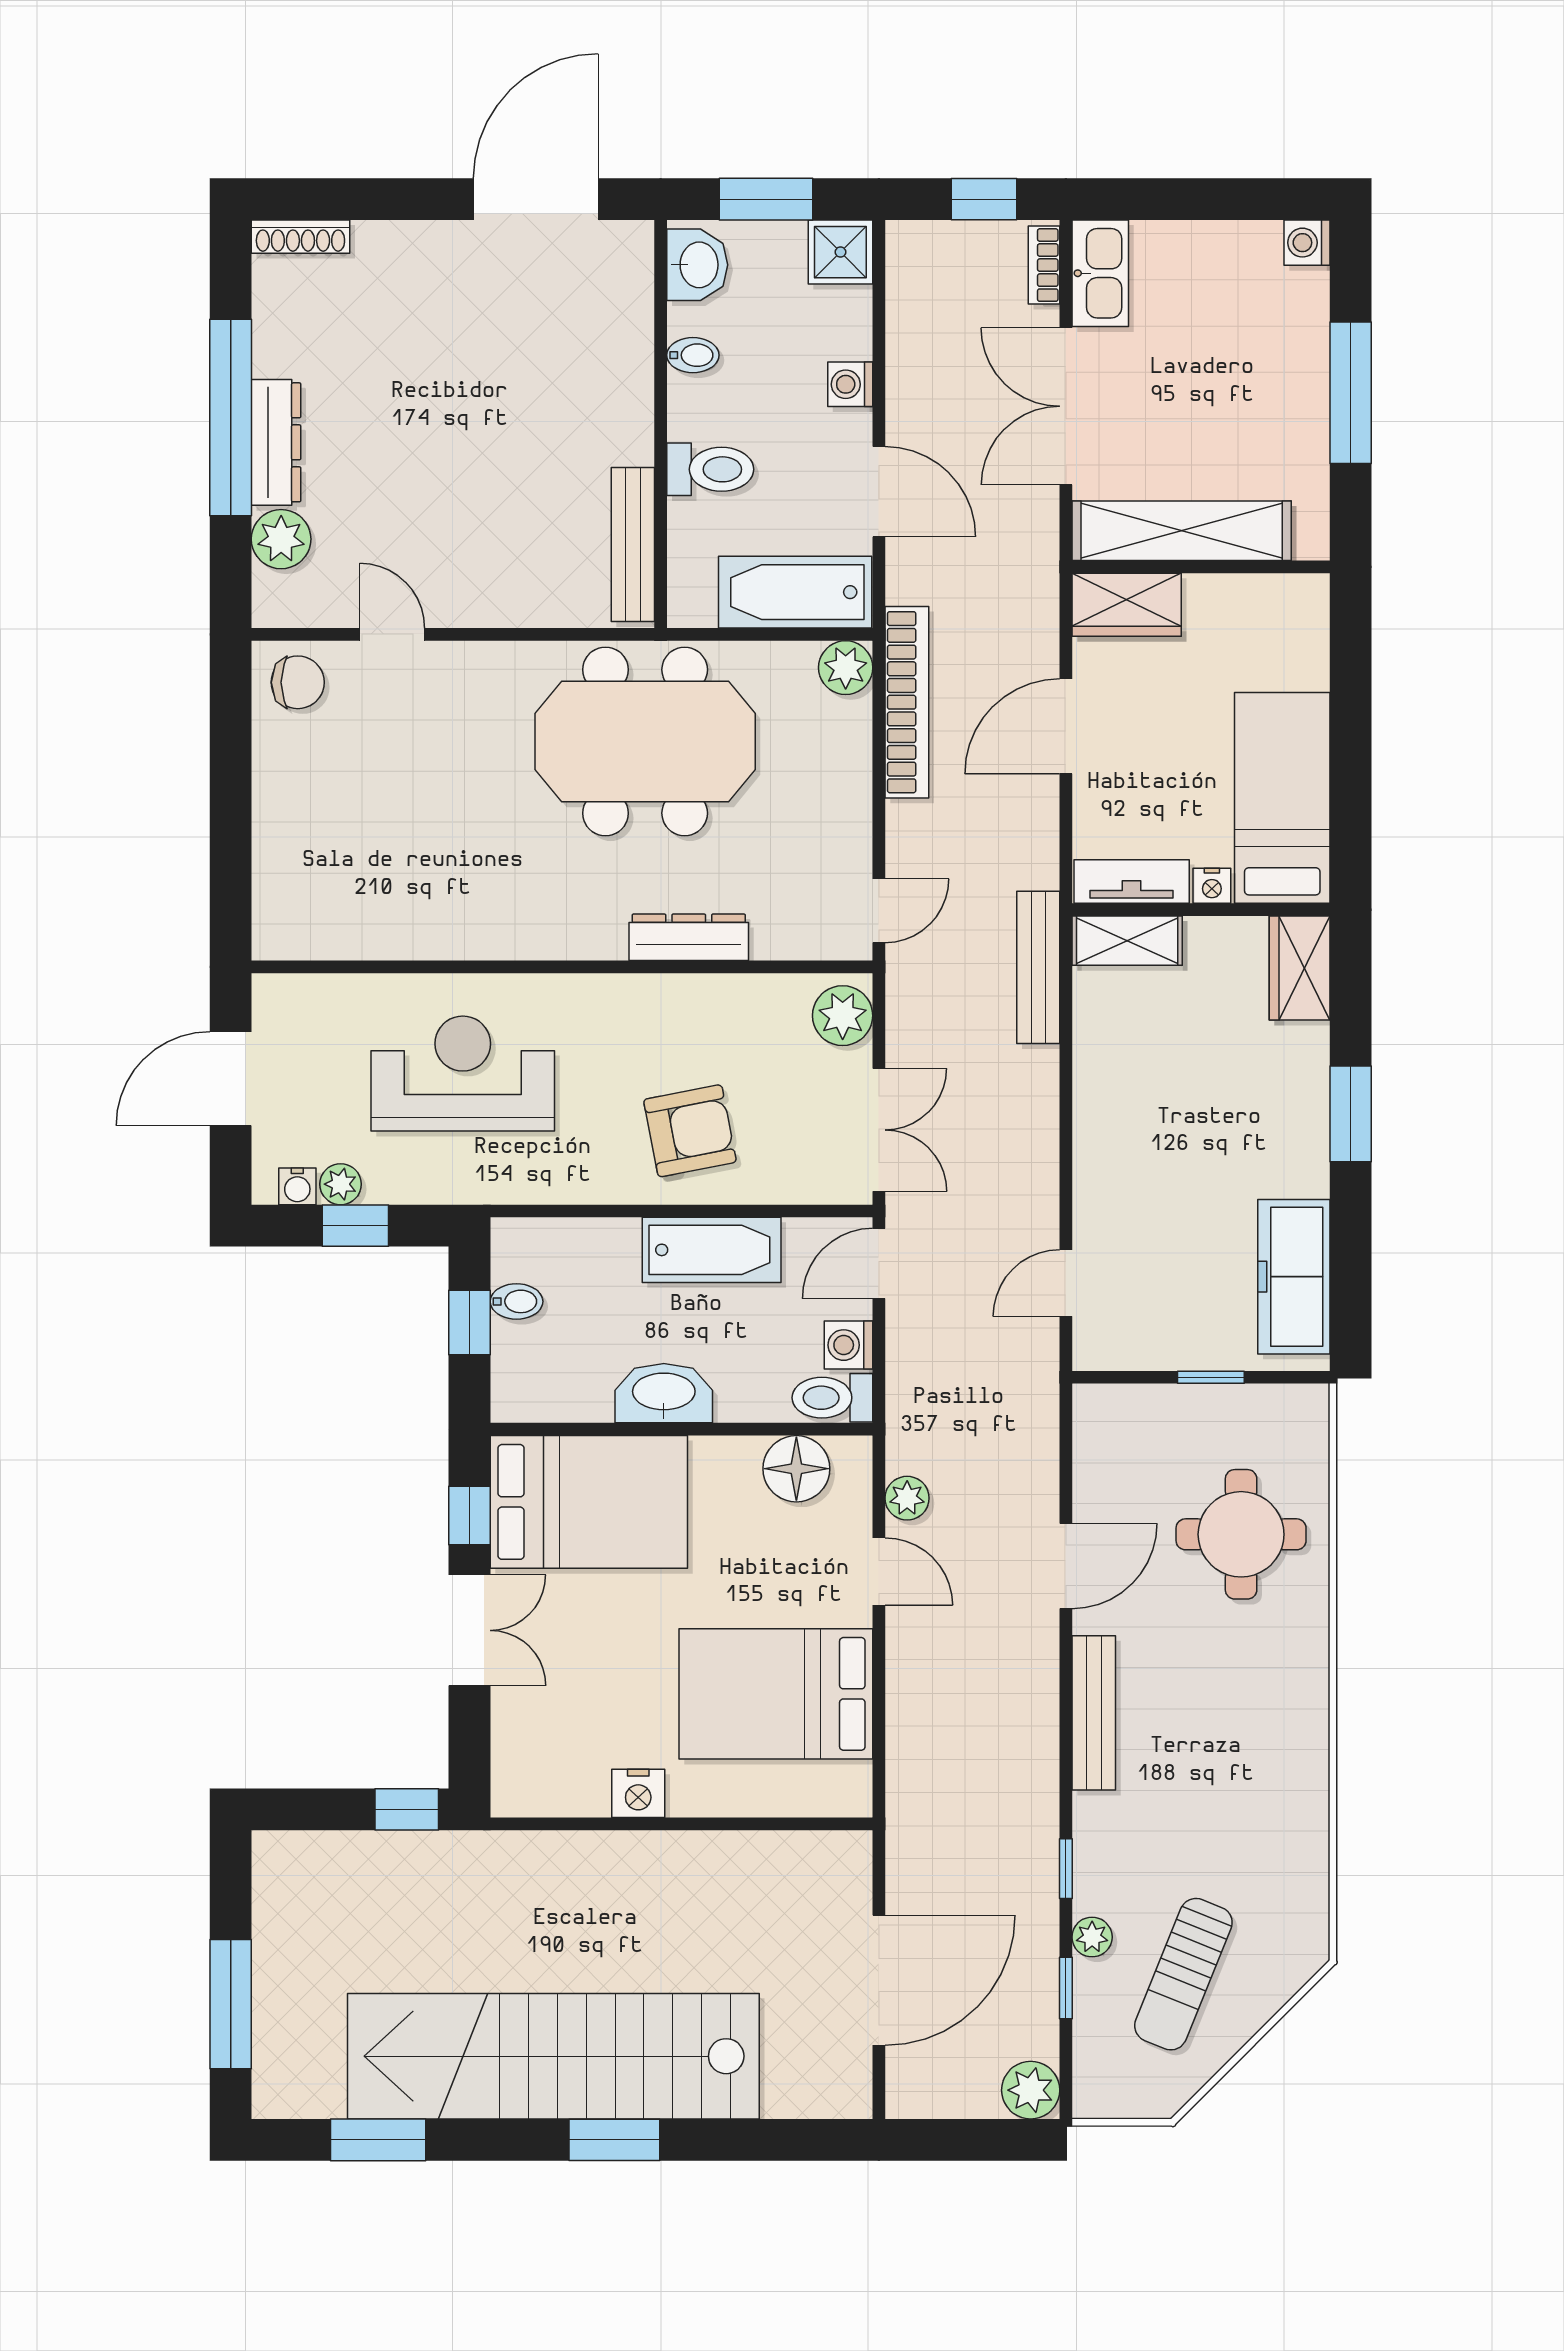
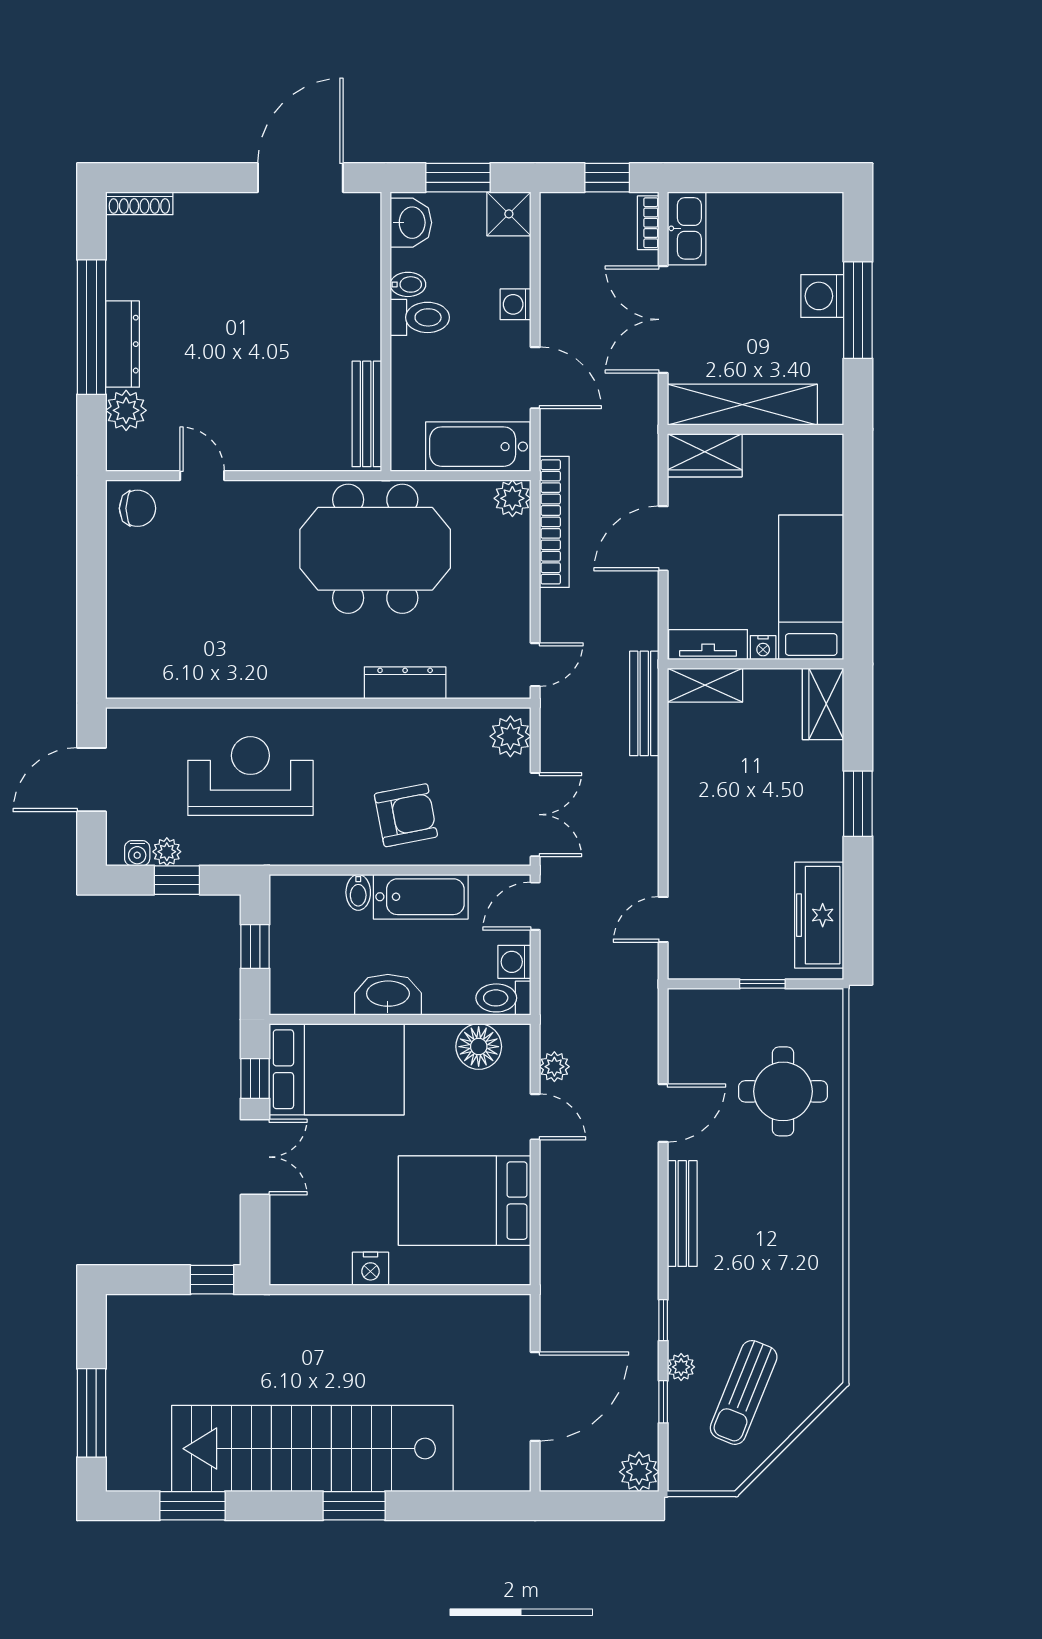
washing machine: (1307, 243) -> (822, 296), moved, width x1.38, depth x1.38
toilet: (710, 469) -> (420, 317), moved
bidet: (517, 1301) -> (358, 892), moved, turned 90

